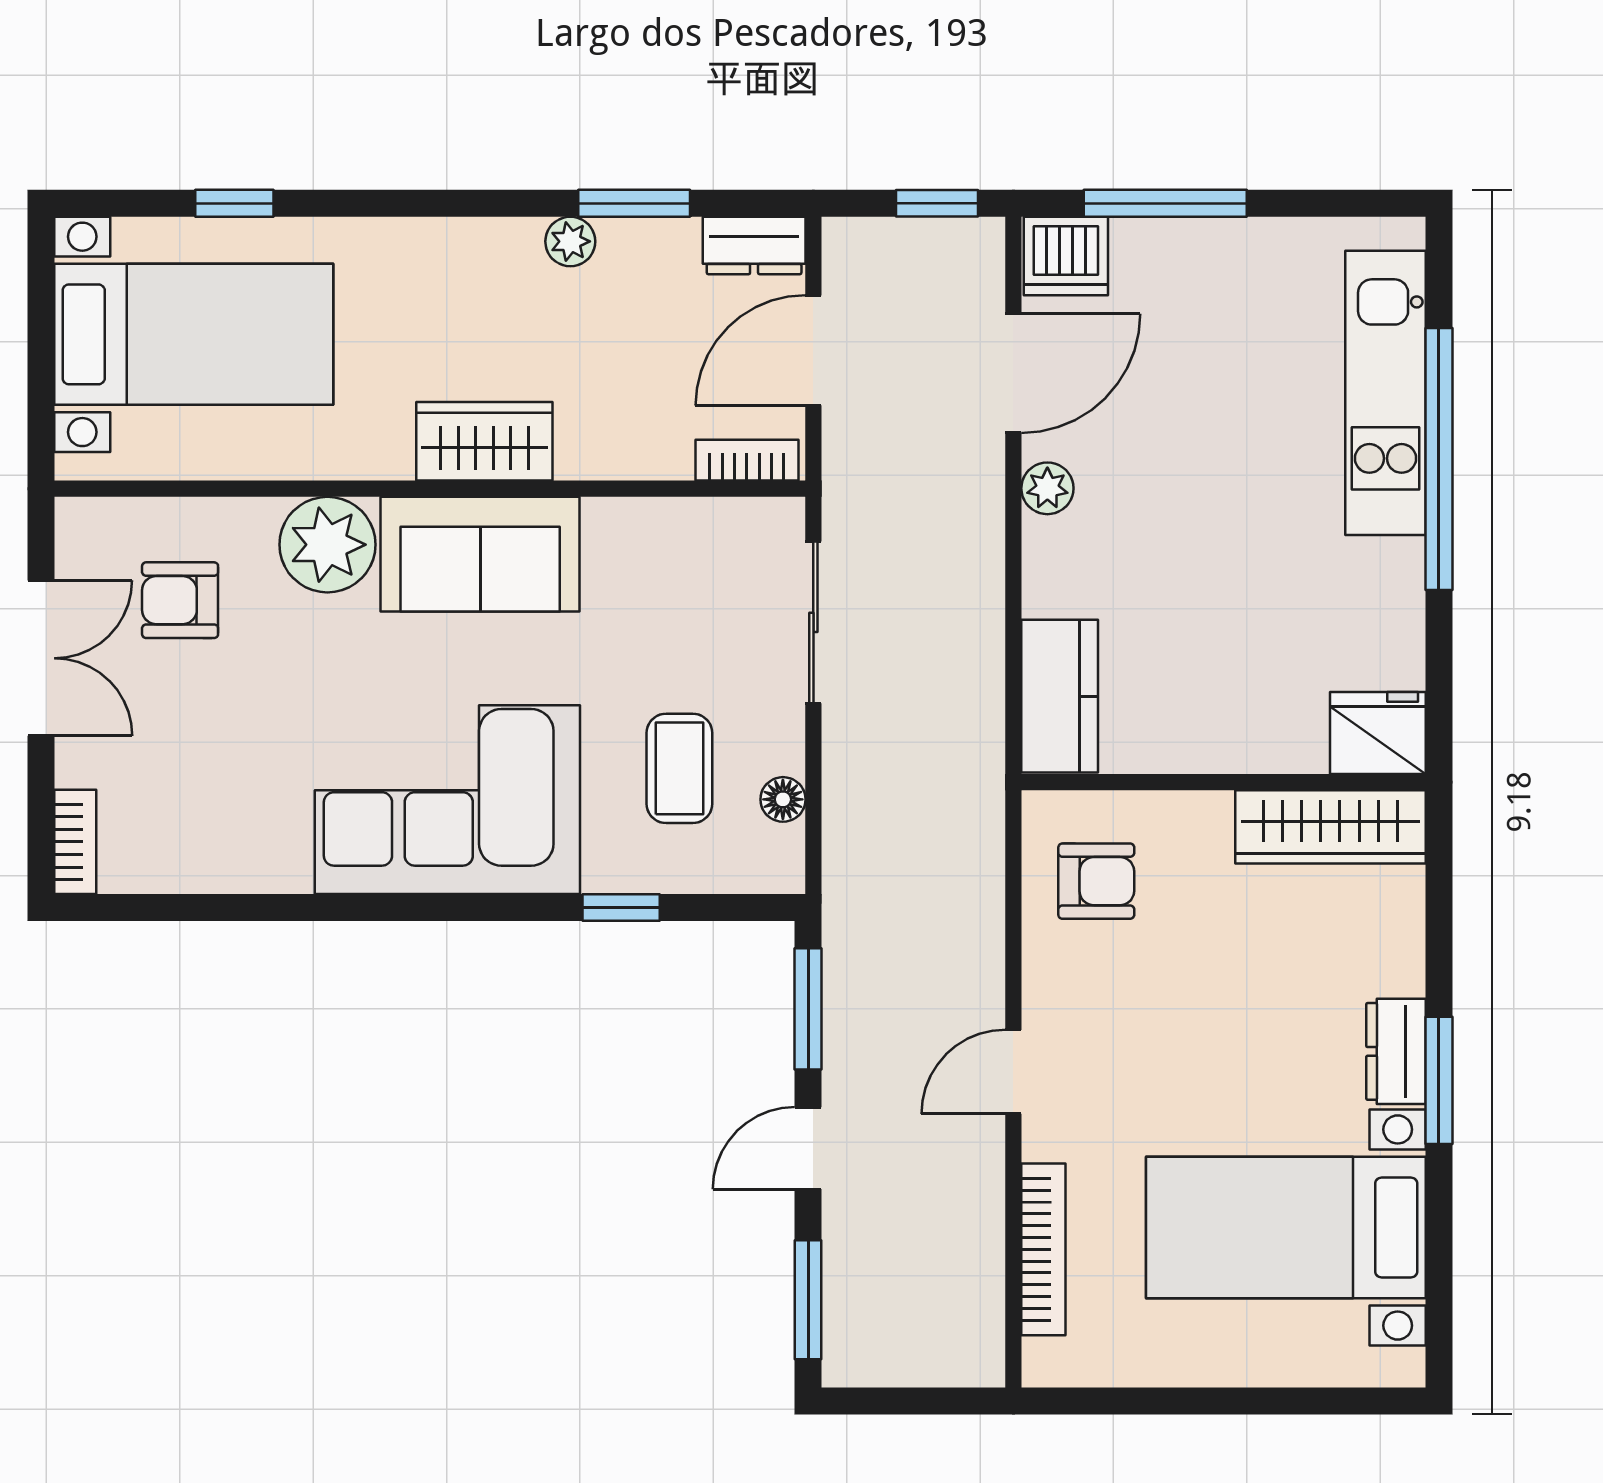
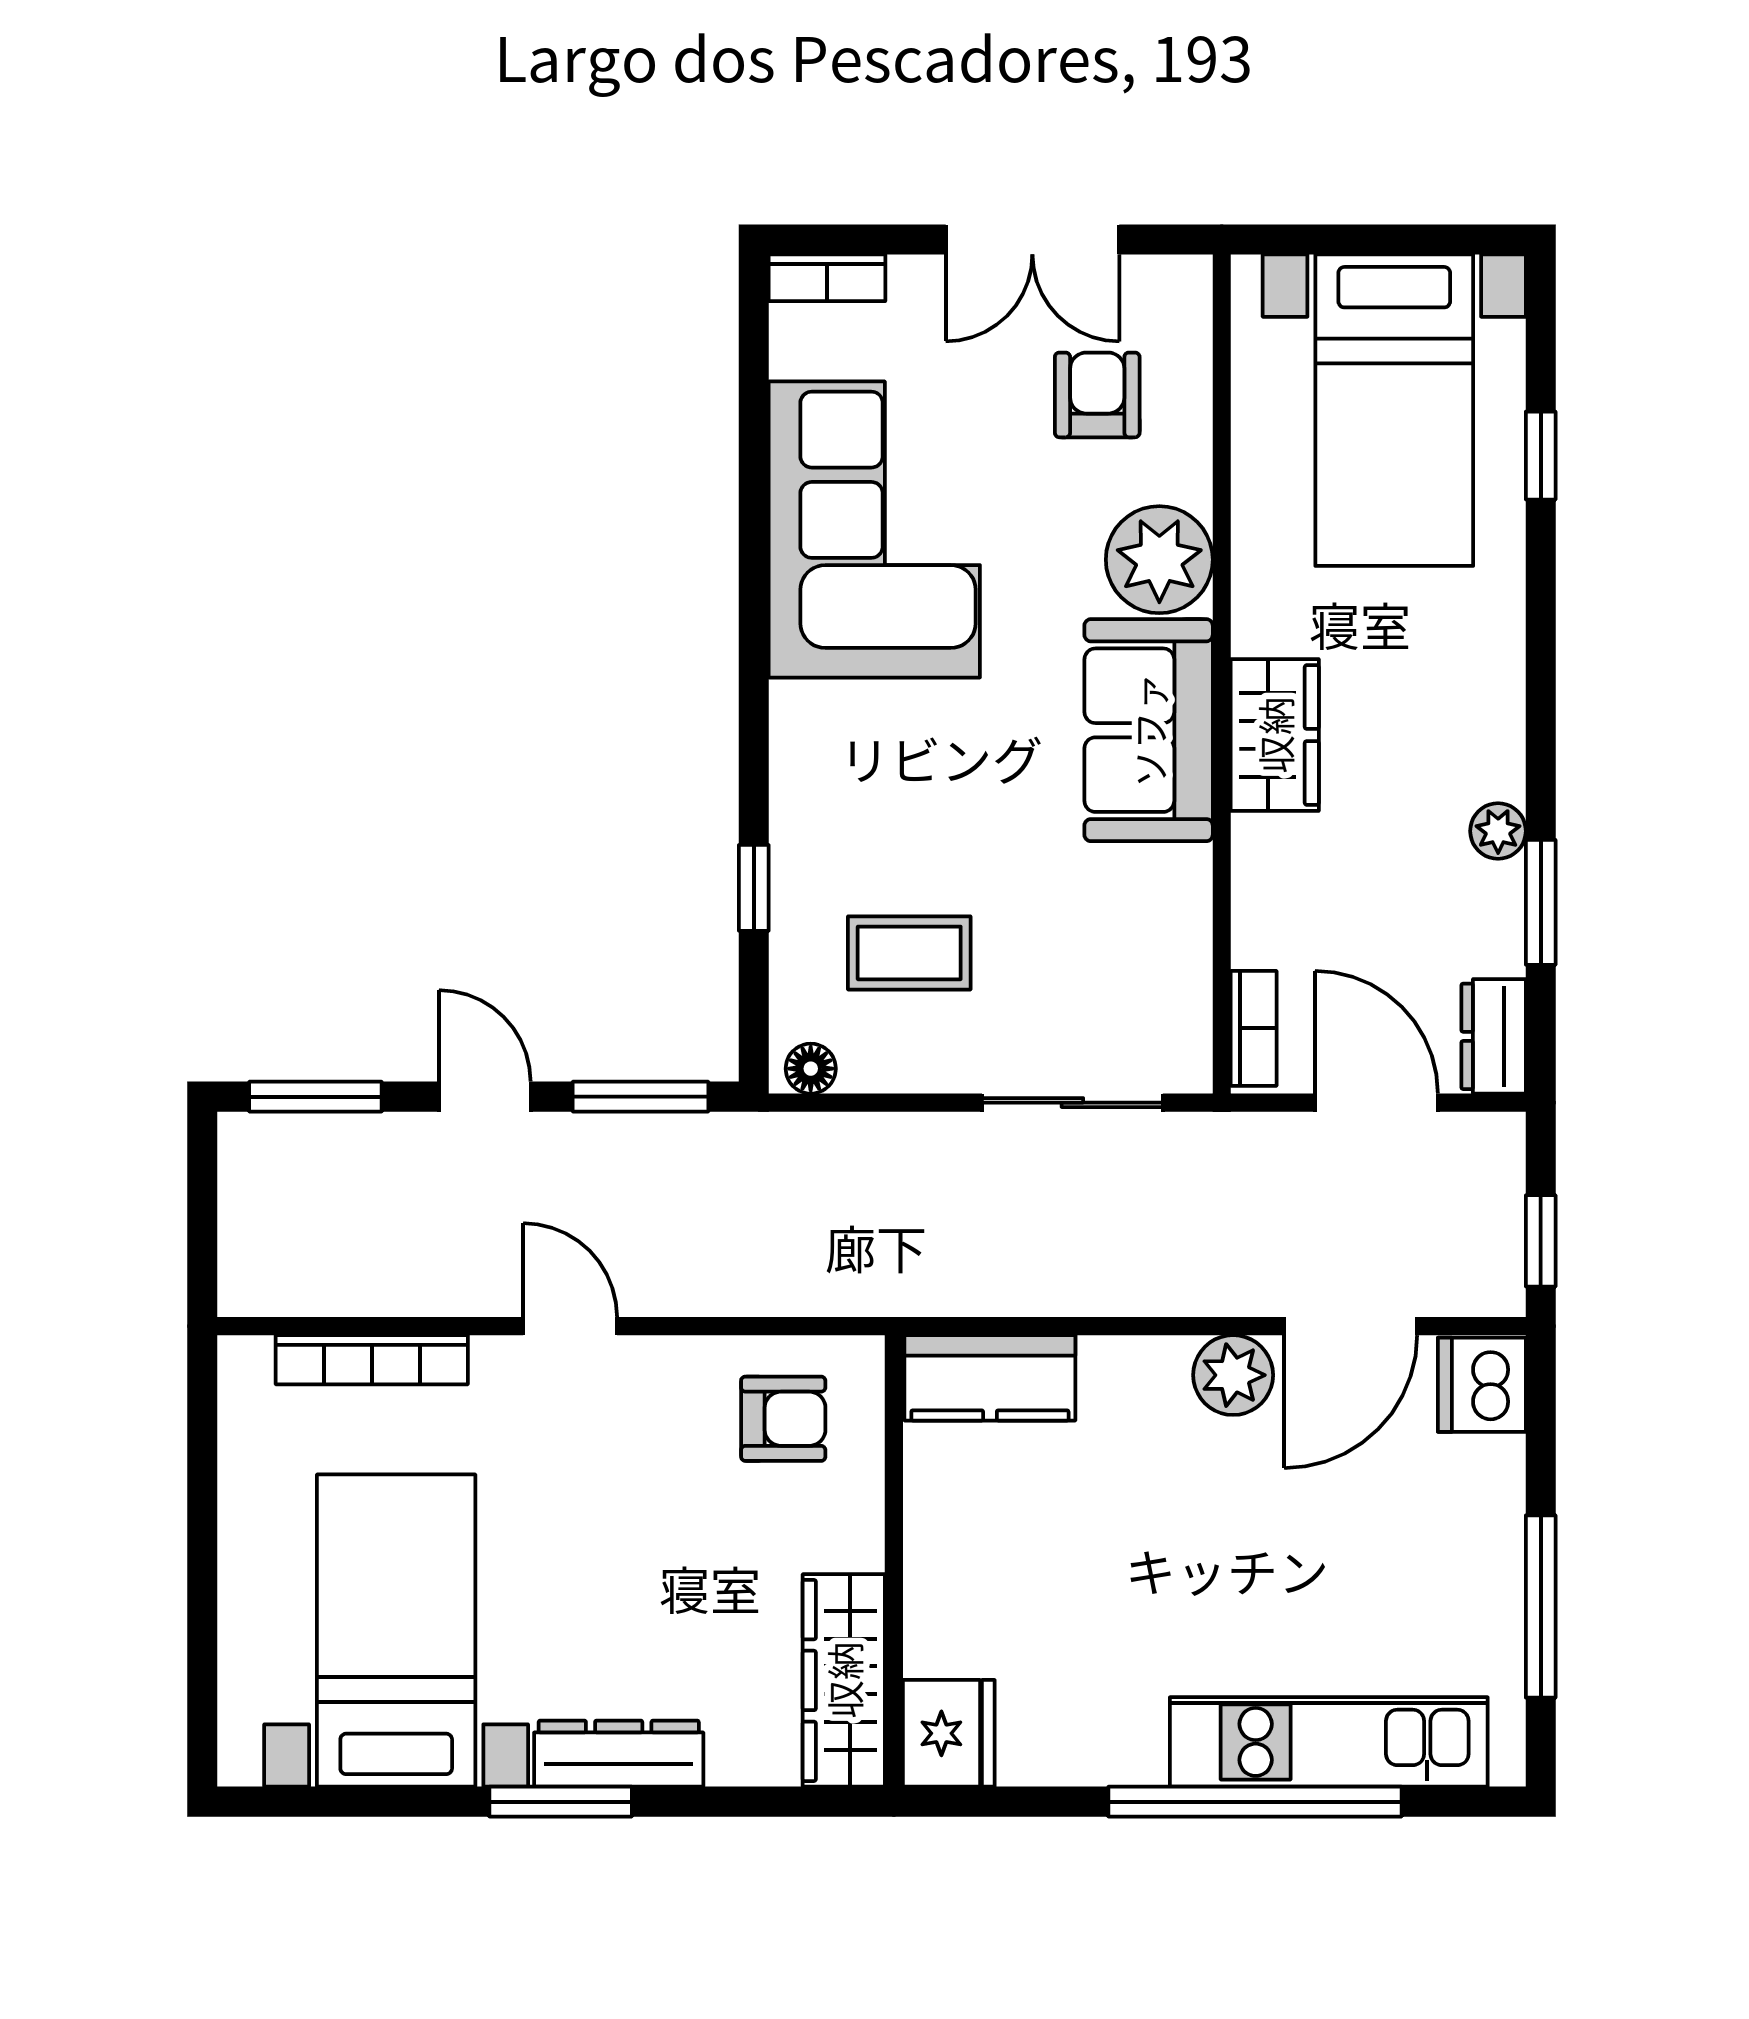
window: (1165, 203) -> (1541, 1606), moved
door: (1013, 373) -> (1351, 1326), hinge flipped
plant: (1047, 488) -> (1233, 1375), width x1.38, depth x1.38
floor lamp: (783, 799) -> (811, 1069), moved
corner sofa: (447, 800) -> (874, 530), moved
armchair: (1096, 881) -> (783, 1419), turned -90
dresser: (1396, 1051) -> (619, 1754), width x1.44

